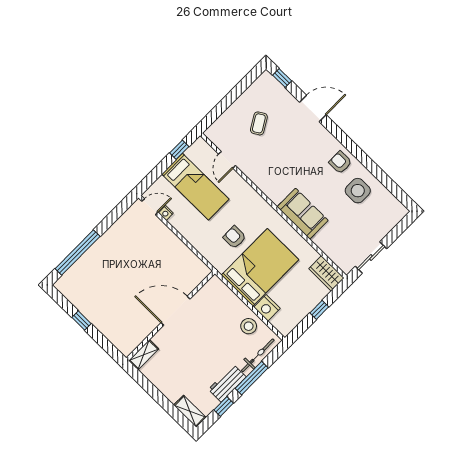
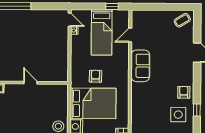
window: (282, 78) -> (197, 110), moved
coffee table: (259, 123) -> (182, 20), moved
sofa: (303, 214) -> (140, 66), moved
door: (176, 311) -> (31, 83), width x0.53

